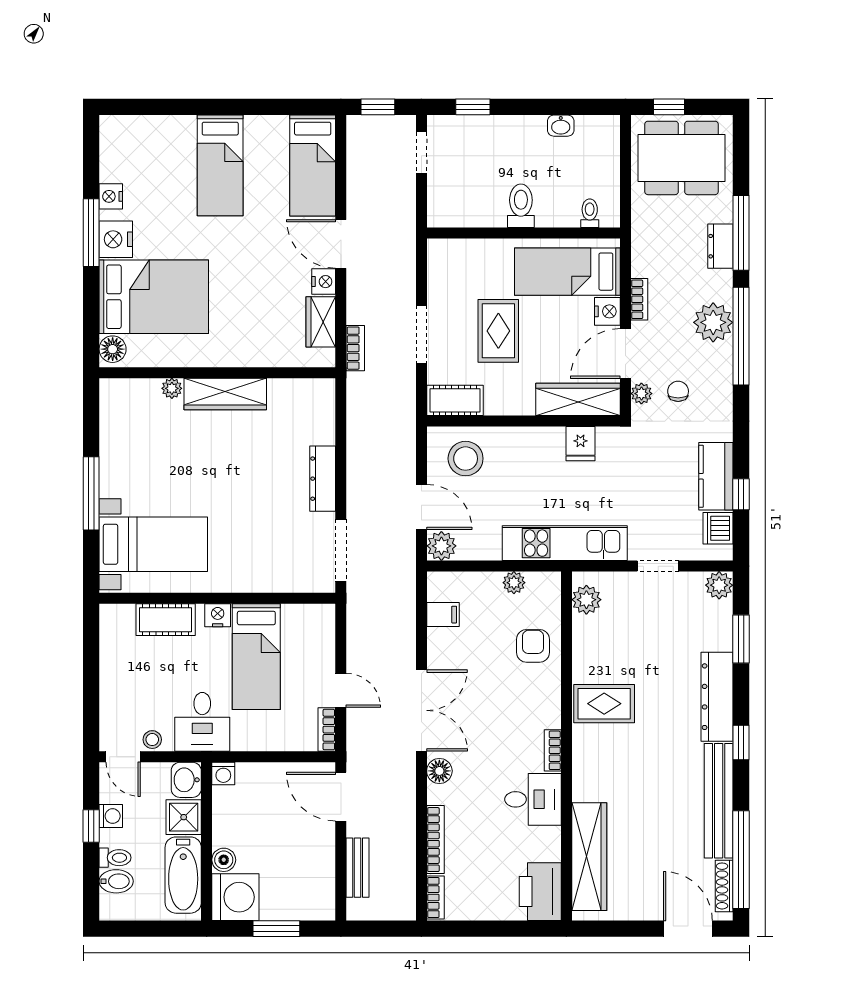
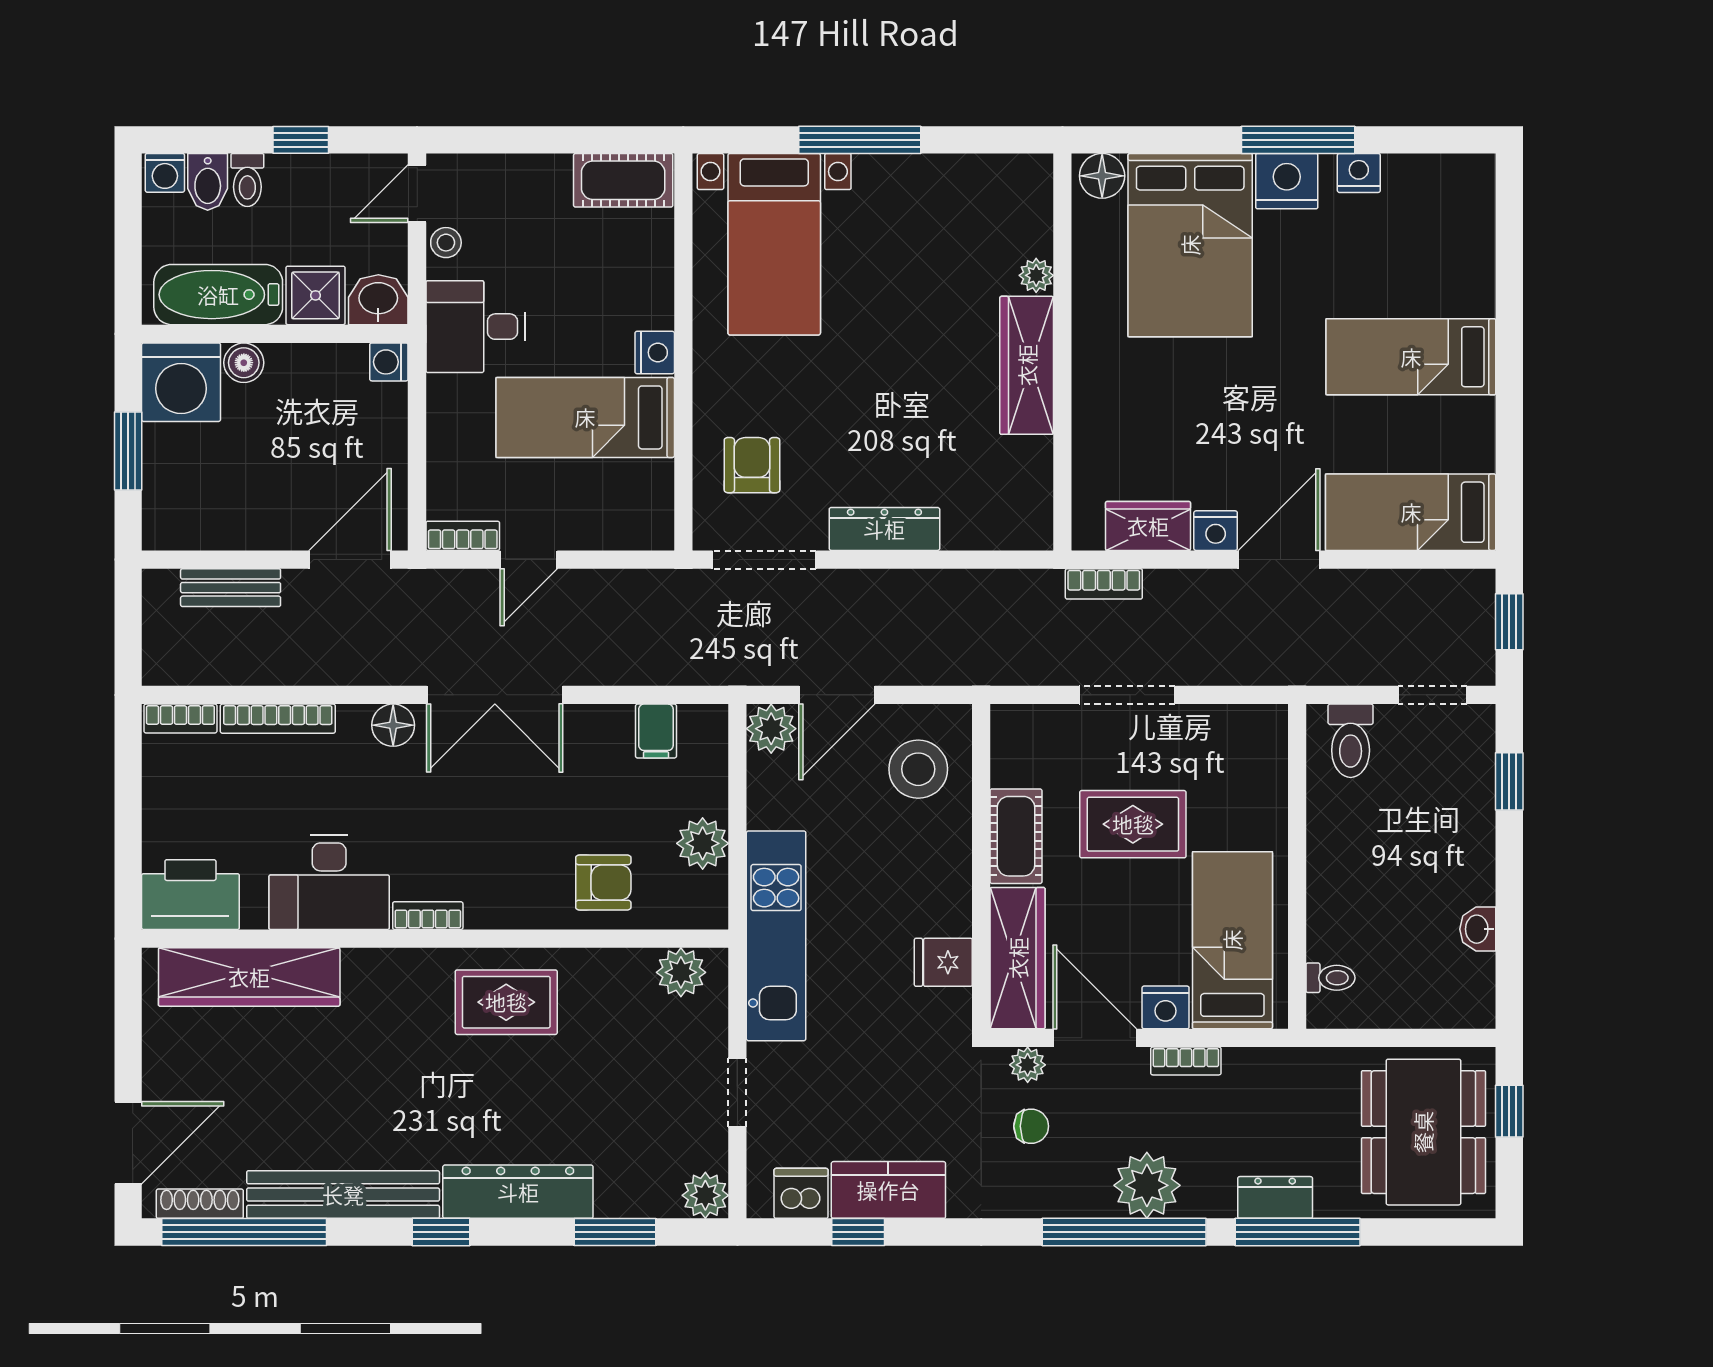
toilet: (521, 206) -> (1351, 741), moved, turned 90
cot: (455, 400) -> (1016, 836), moved
armchair: (285, 557) -> (752, 465), added
plant: (514, 583) -> (703, 843), width x1.38, depth x1.38
cot: (166, 620) -> (623, 180), moved, turned 90
rug: (604, 704) -> (506, 1002), turned 90
desk: (533, 799) -> (329, 882), width x1.37
washing machine: (111, 816) -> (165, 173), moved

